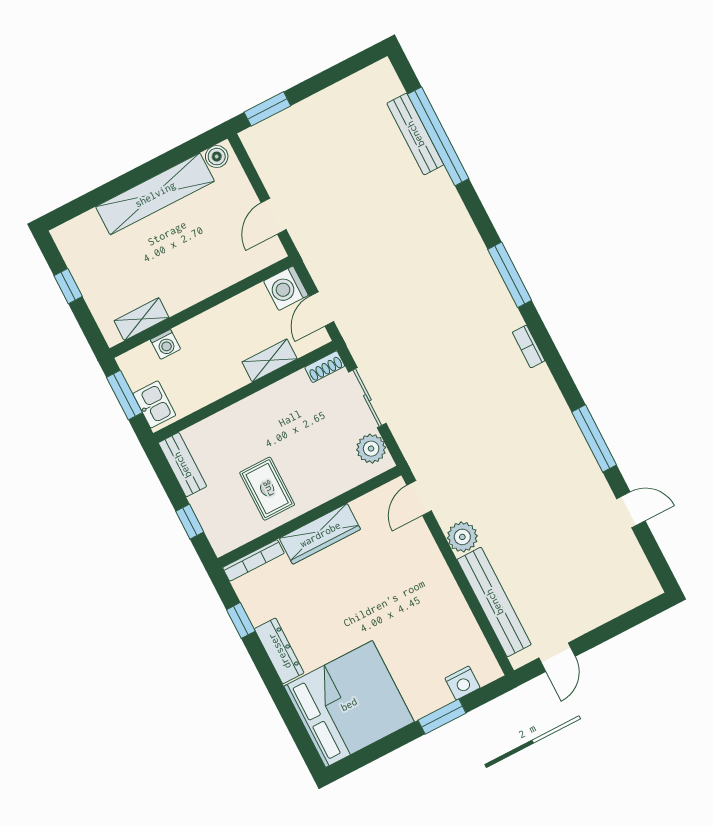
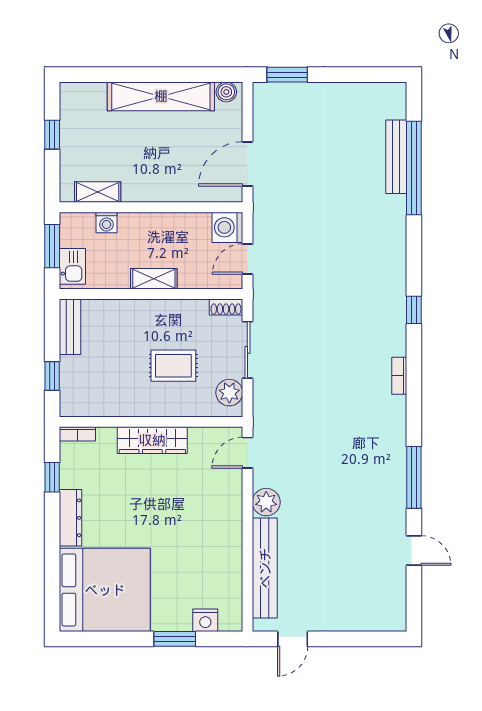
door: (274, 216) -> (247, 164), width x1.38
window: (510, 275) -> (414, 310), width x0.46
shelving: (270, 360) -> (154, 279), moved
rug: (267, 489) -> (173, 366), moved, turned 90
bookcase: (253, 560) -> (77, 434), width x0.64

